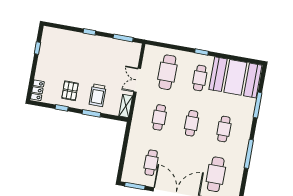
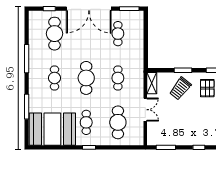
trolley: (98, 95) -> (180, 88), turned -142
cafe table: (192, 123) -> (86, 78), width x1.37, depth x1.35

